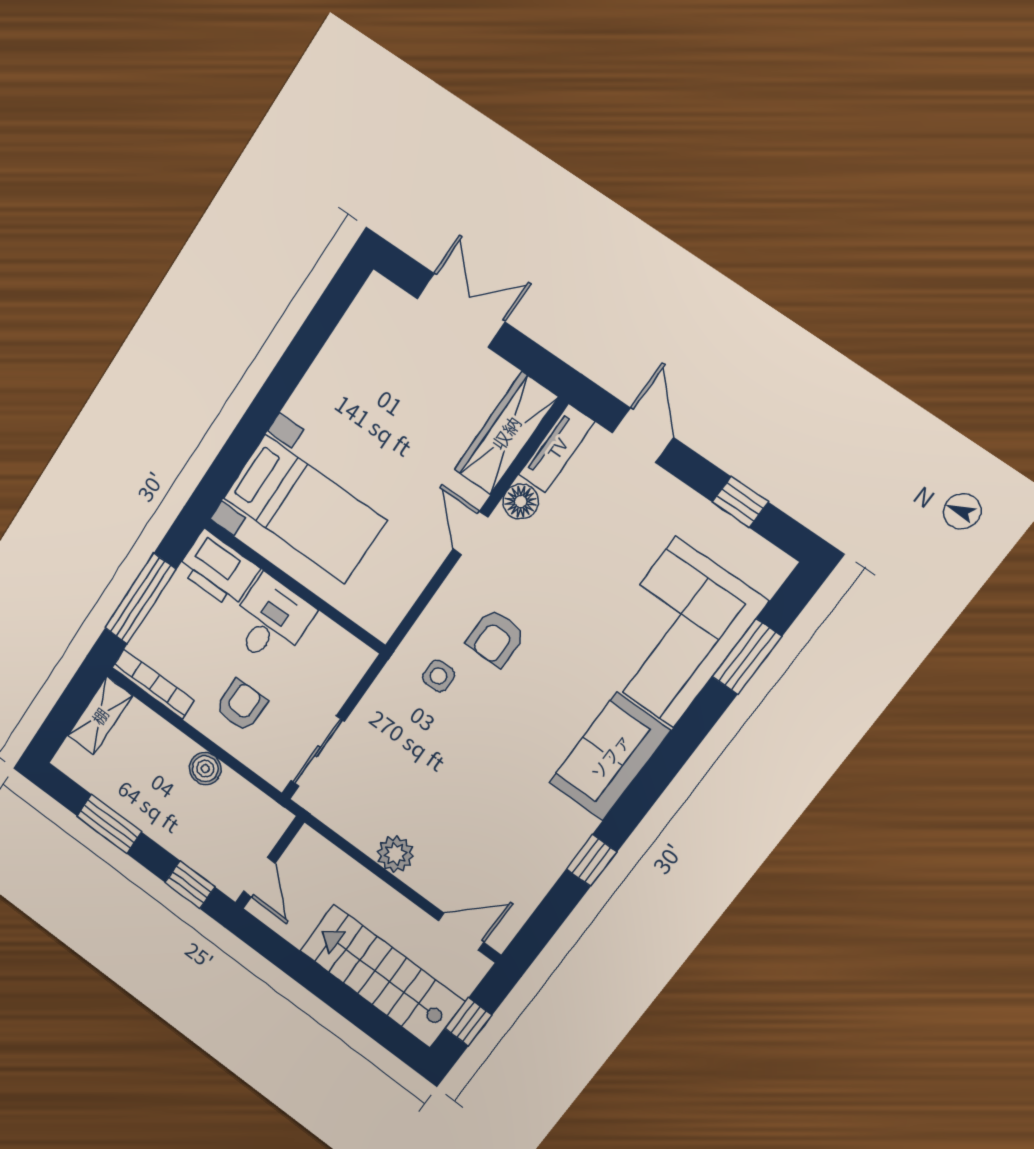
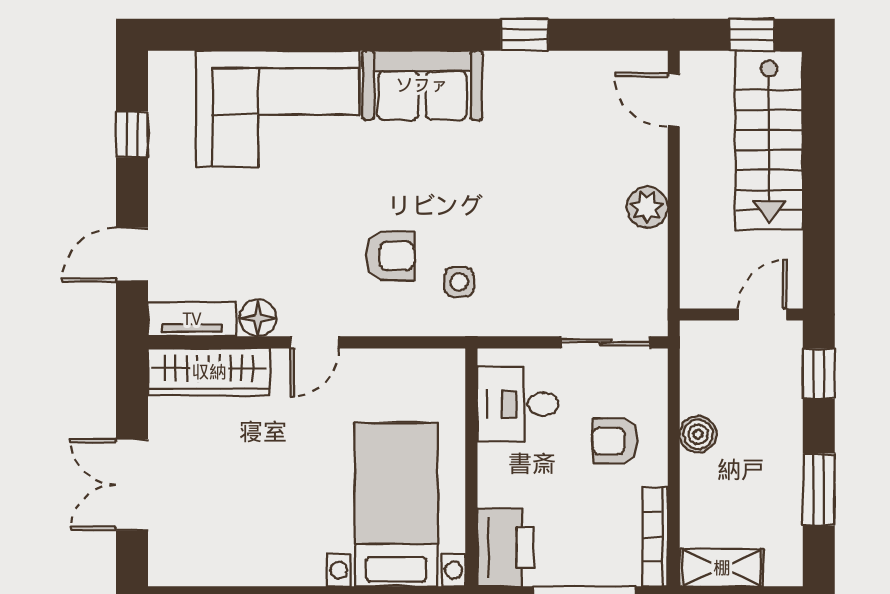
desk: (270, 620) -> (518, 404), moved
window: (747, 657) -> (255, 35), removed

